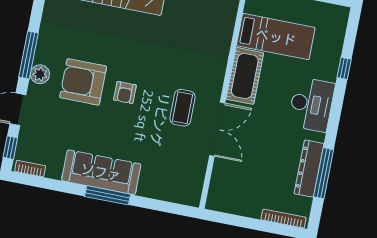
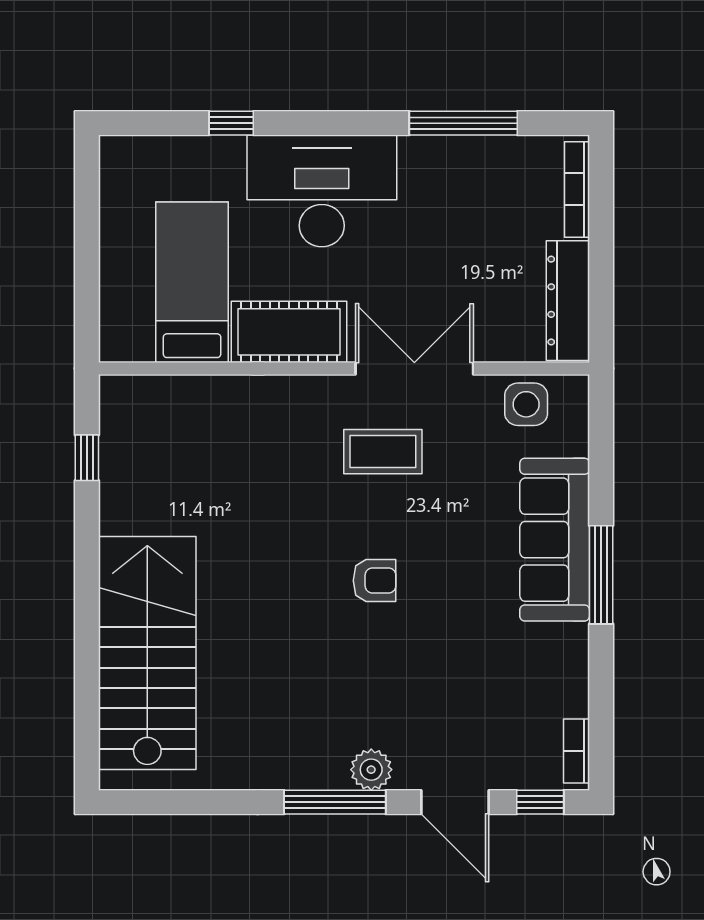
armchair: (83, 82) -> (369, 674), removed
desk: (311, 104) -> (322, 191), width x1.36, depth x1.30
dresser: (309, 169) -> (568, 301), moved, turned 90
sofa: (101, 172) -> (555, 540), moved
side table: (191, 177) -> (526, 404), added

